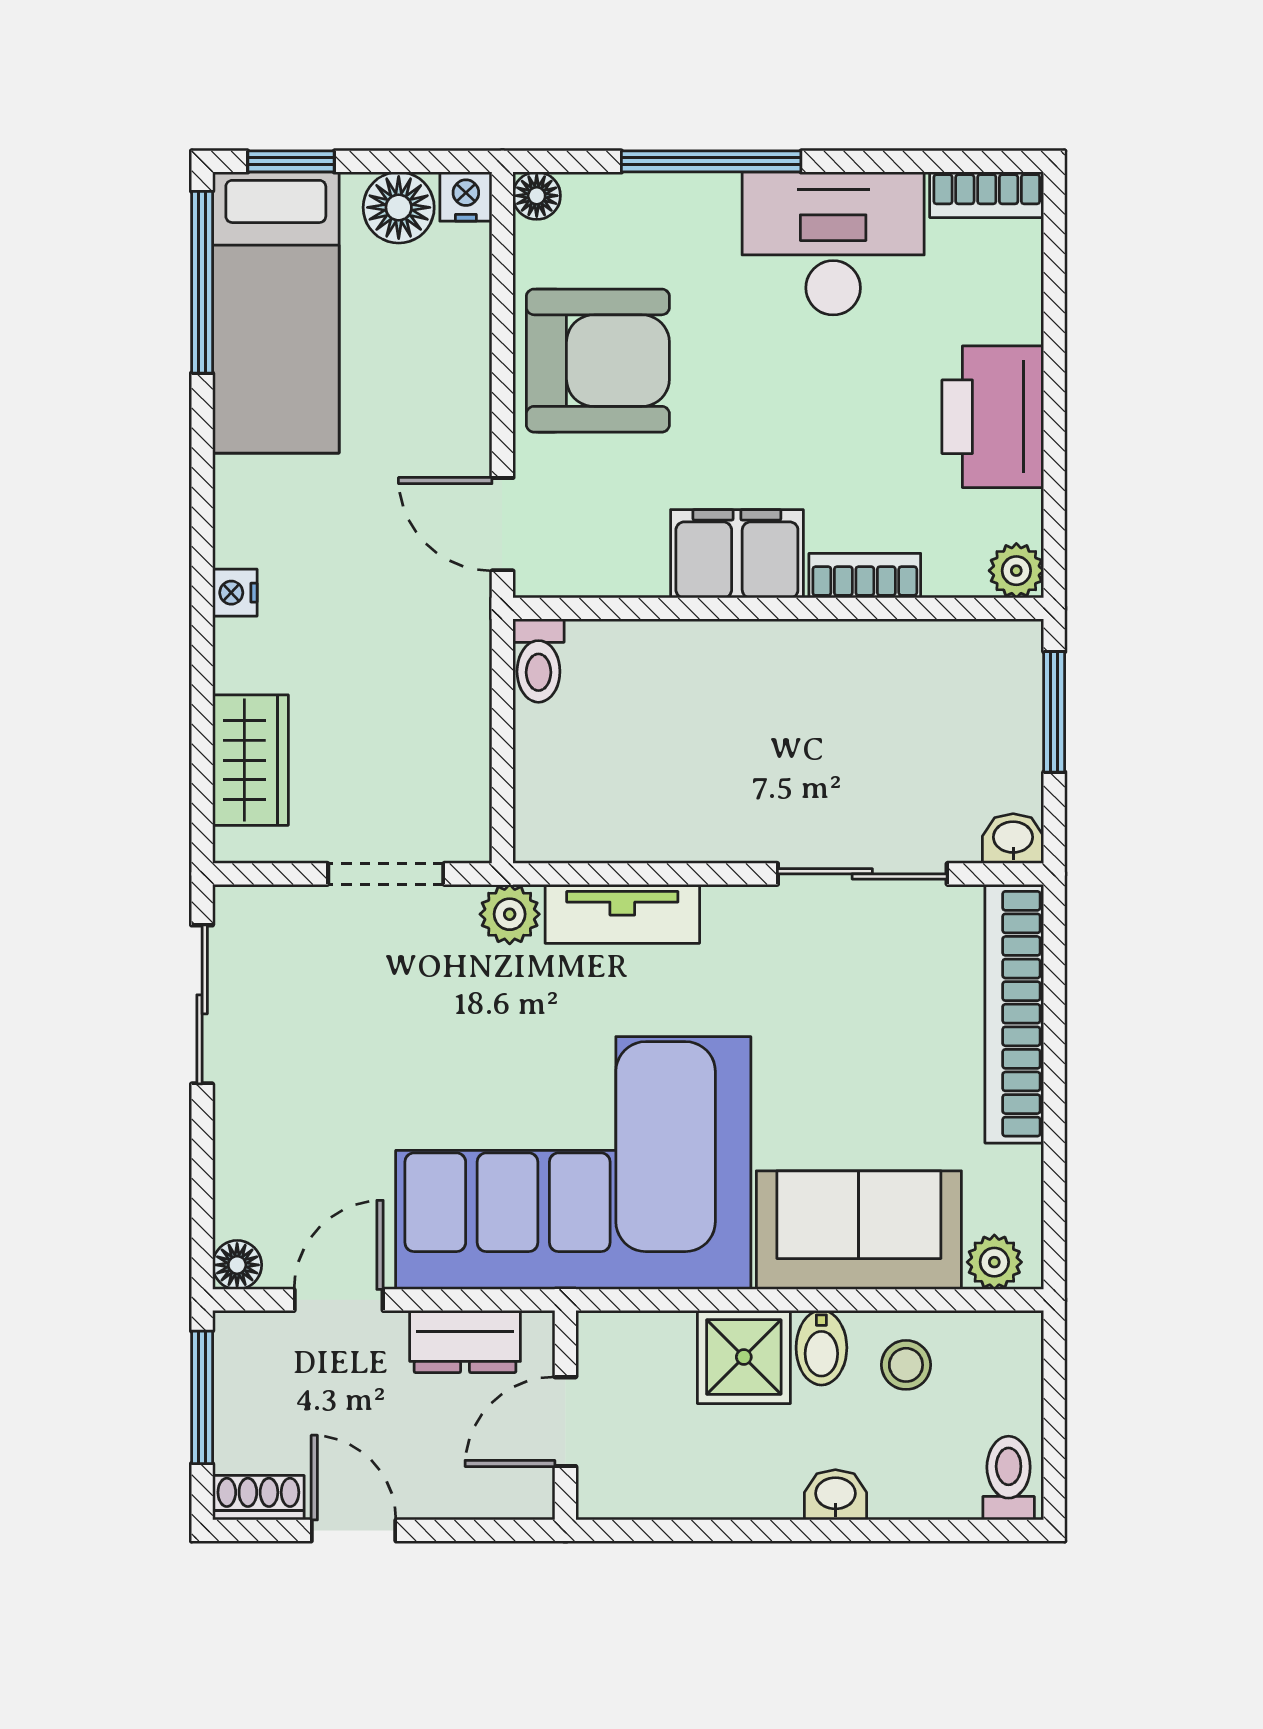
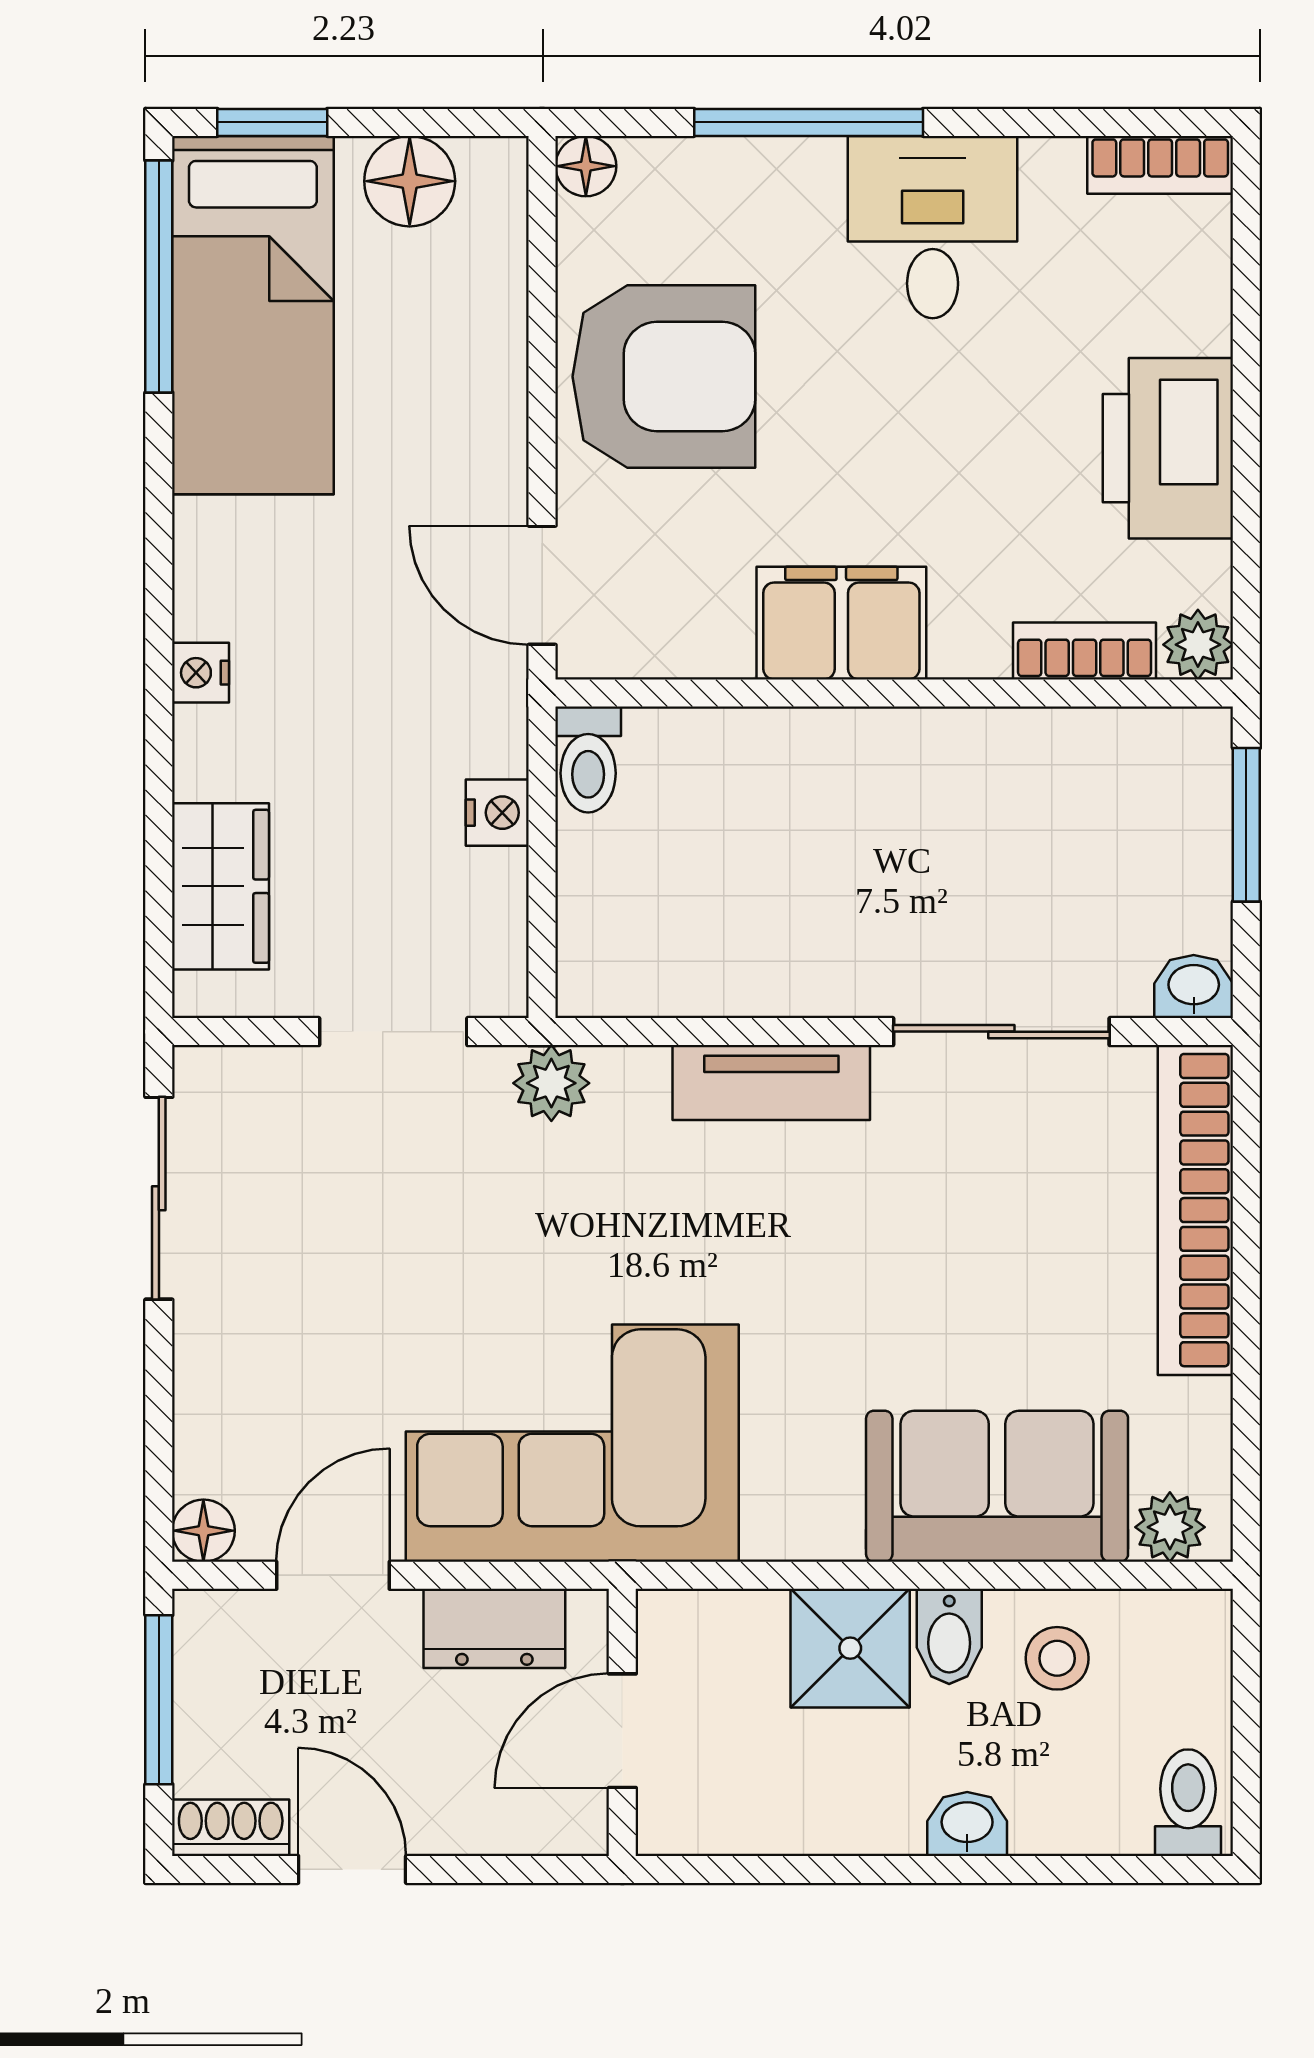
nightstand: (466, 197) -> (497, 813), moved, turned 90
desk: (833, 243) -> (933, 227), width x0.73
bookcase: (865, 576) -> (1085, 651), moved
tv unit: (622, 914) -> (771, 1083), moved
corner sofa: (573, 1163) -> (572, 1443), width x0.73, depth x0.74

